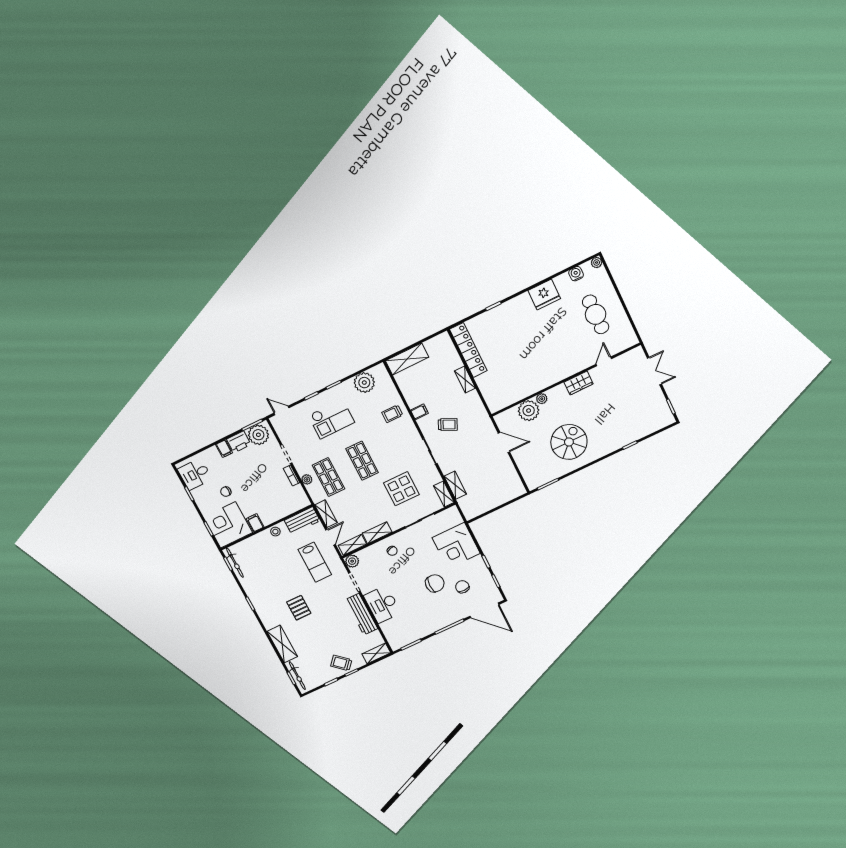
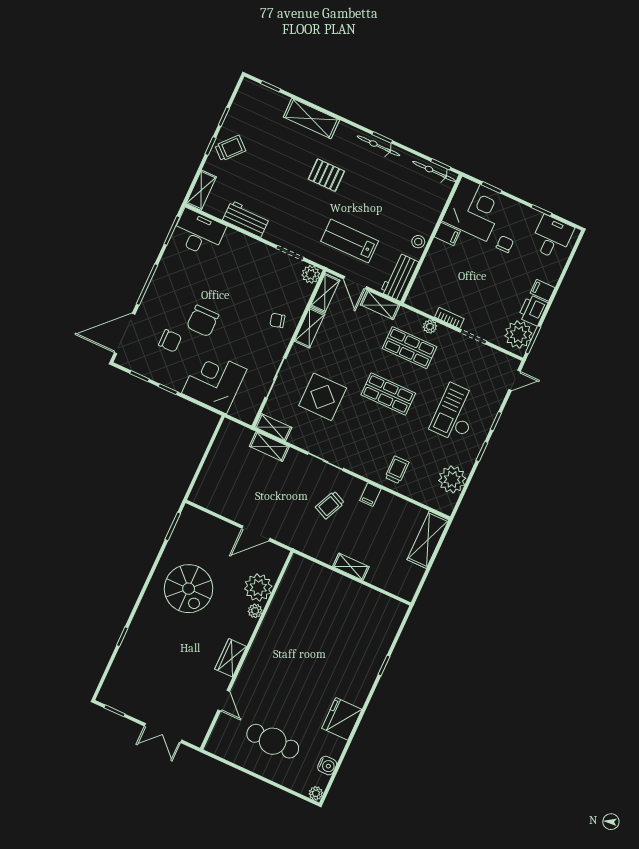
locker: (468, 350) -> (373, 600), removed
desk: (382, 604) -> (198, 233), moved
workbench: (361, 614) -> (246, 219), width x0.73
bicycle: (297, 676) -> (378, 146), moved

